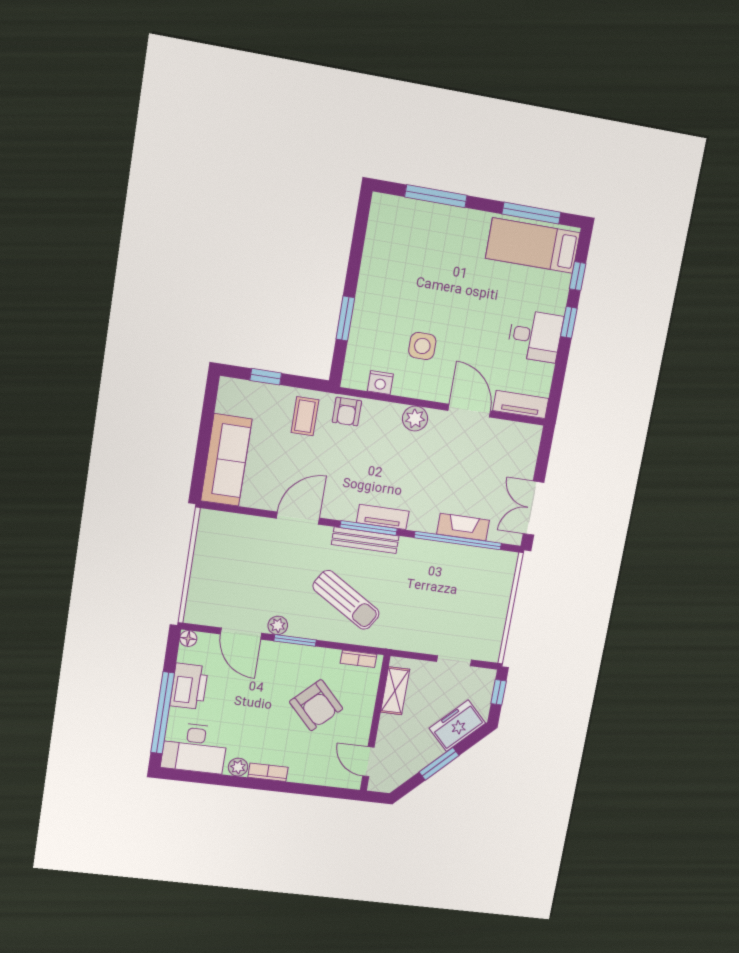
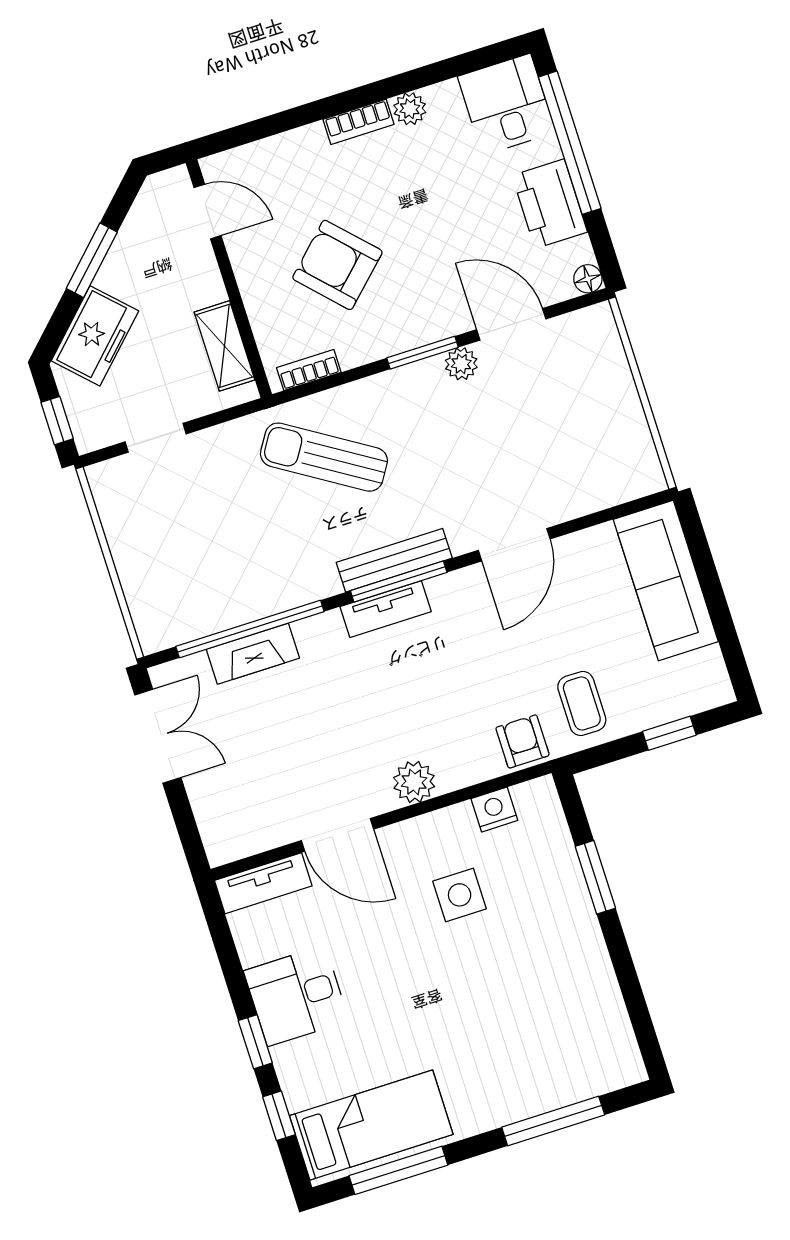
sun lounger: (346, 600) -> (324, 457), moved
desk: (195, 748) -> (506, 104), width x0.73

